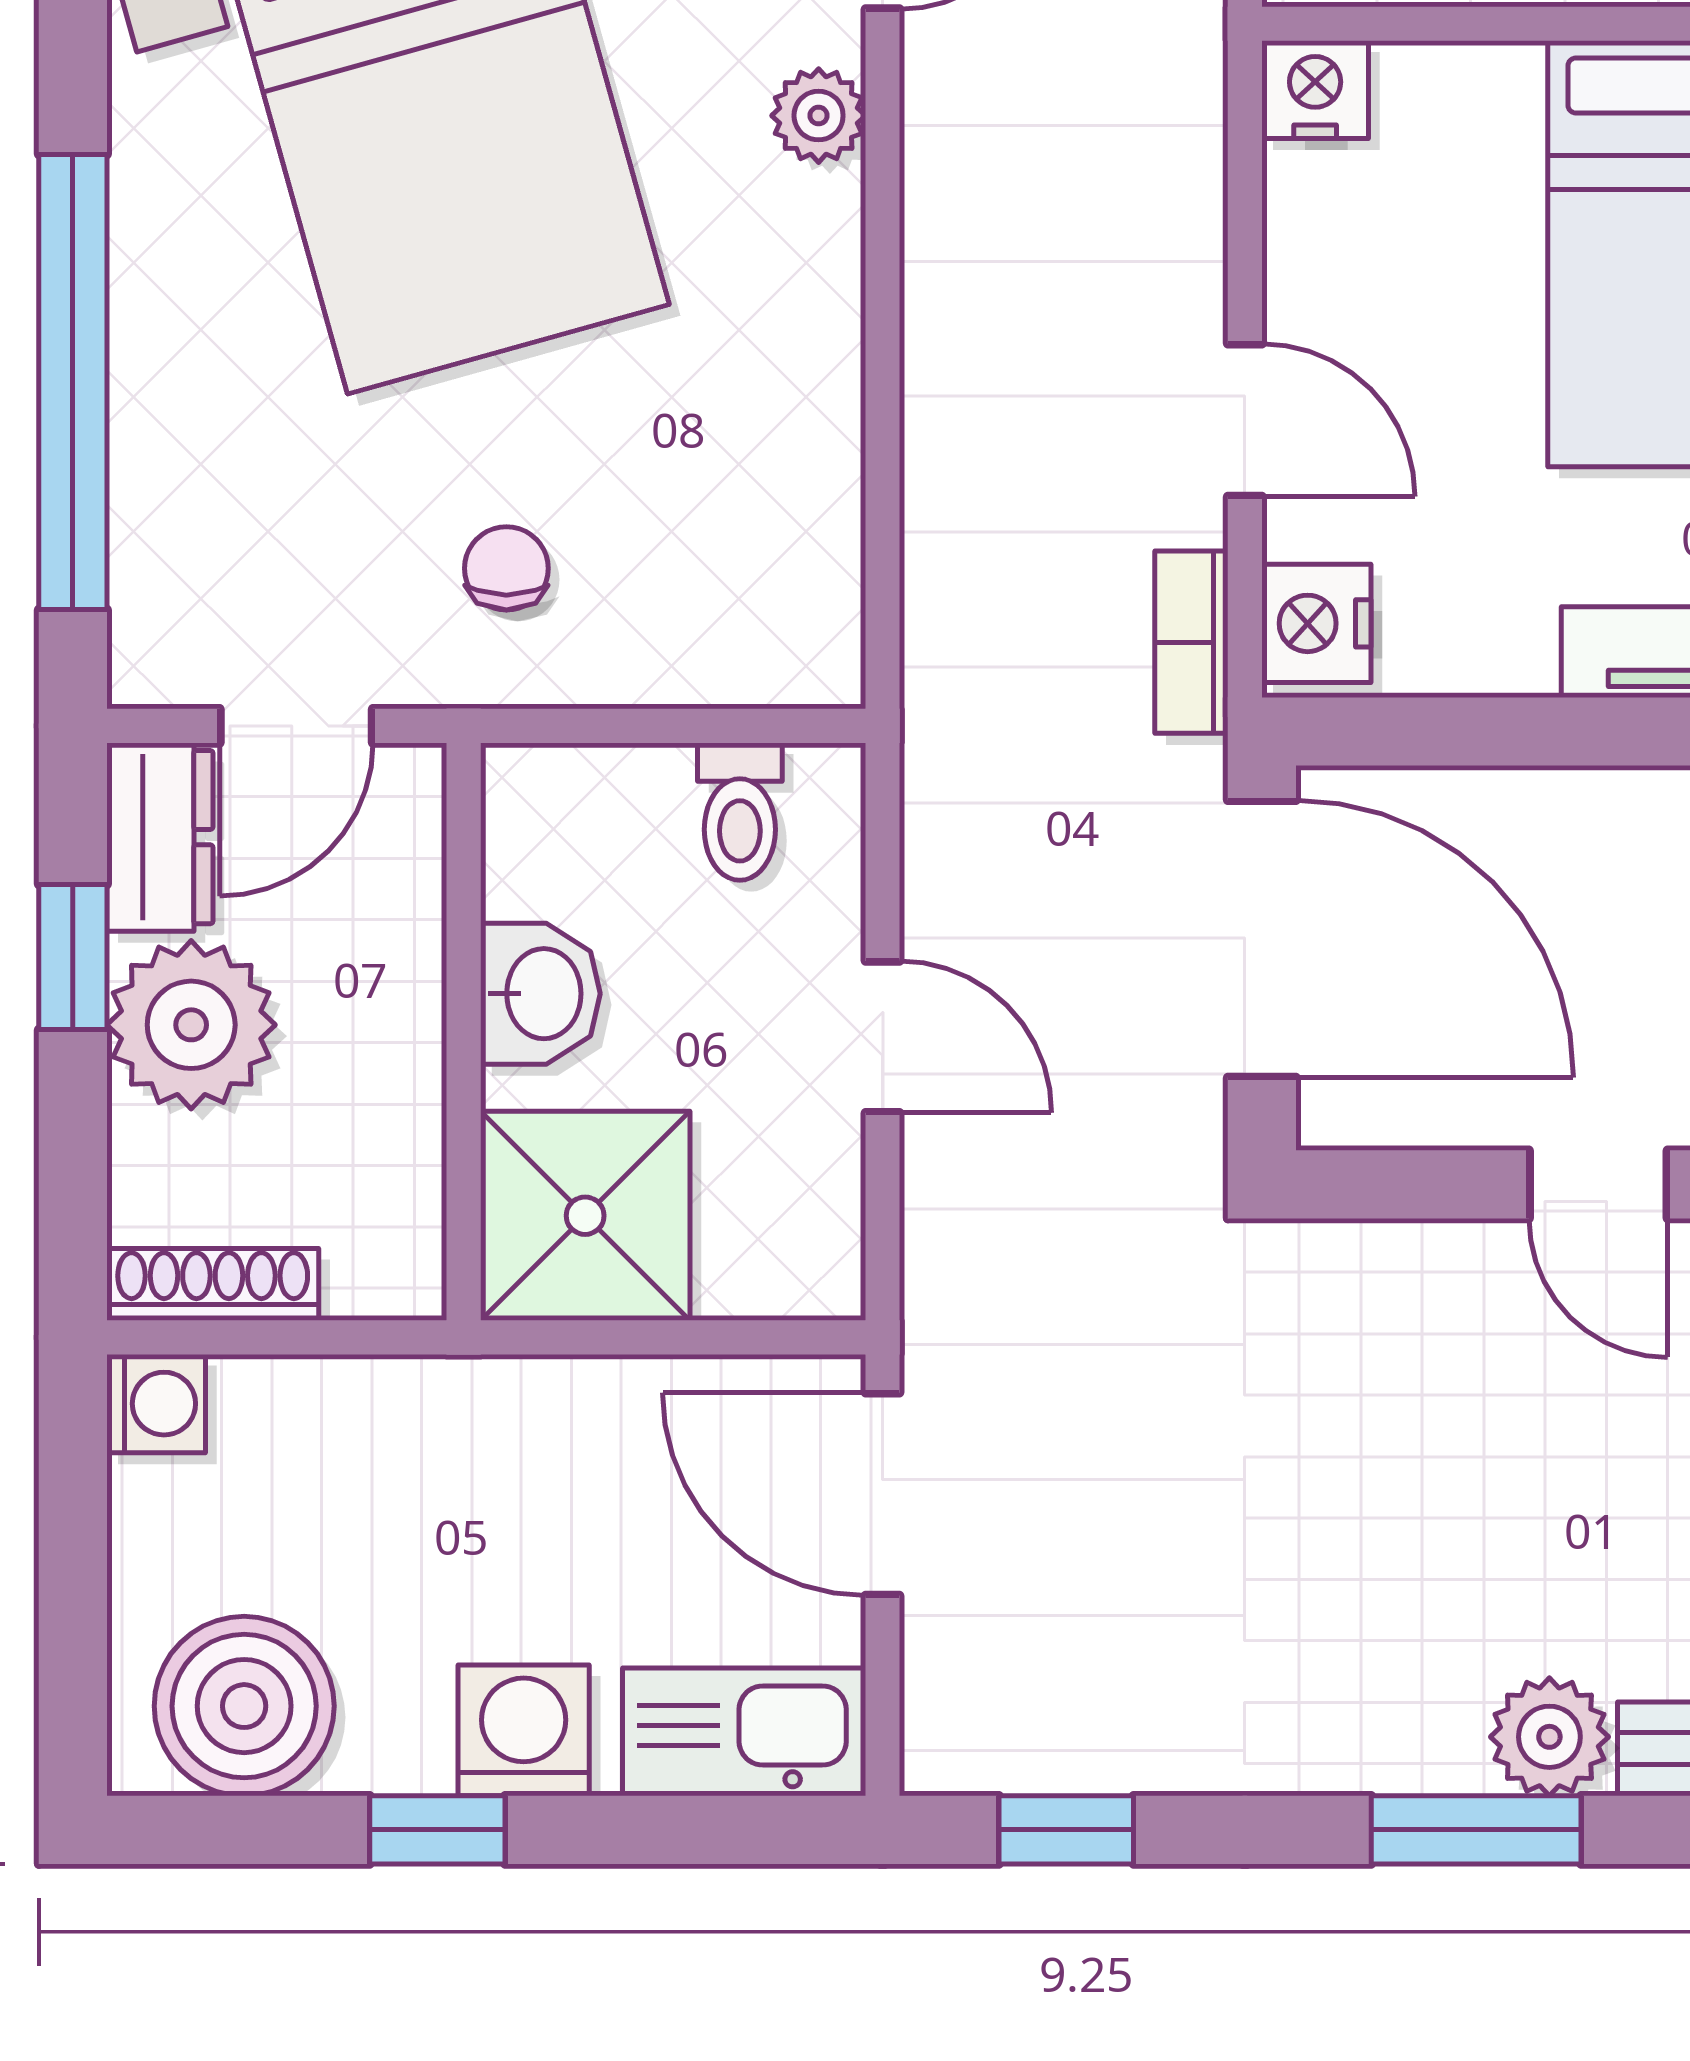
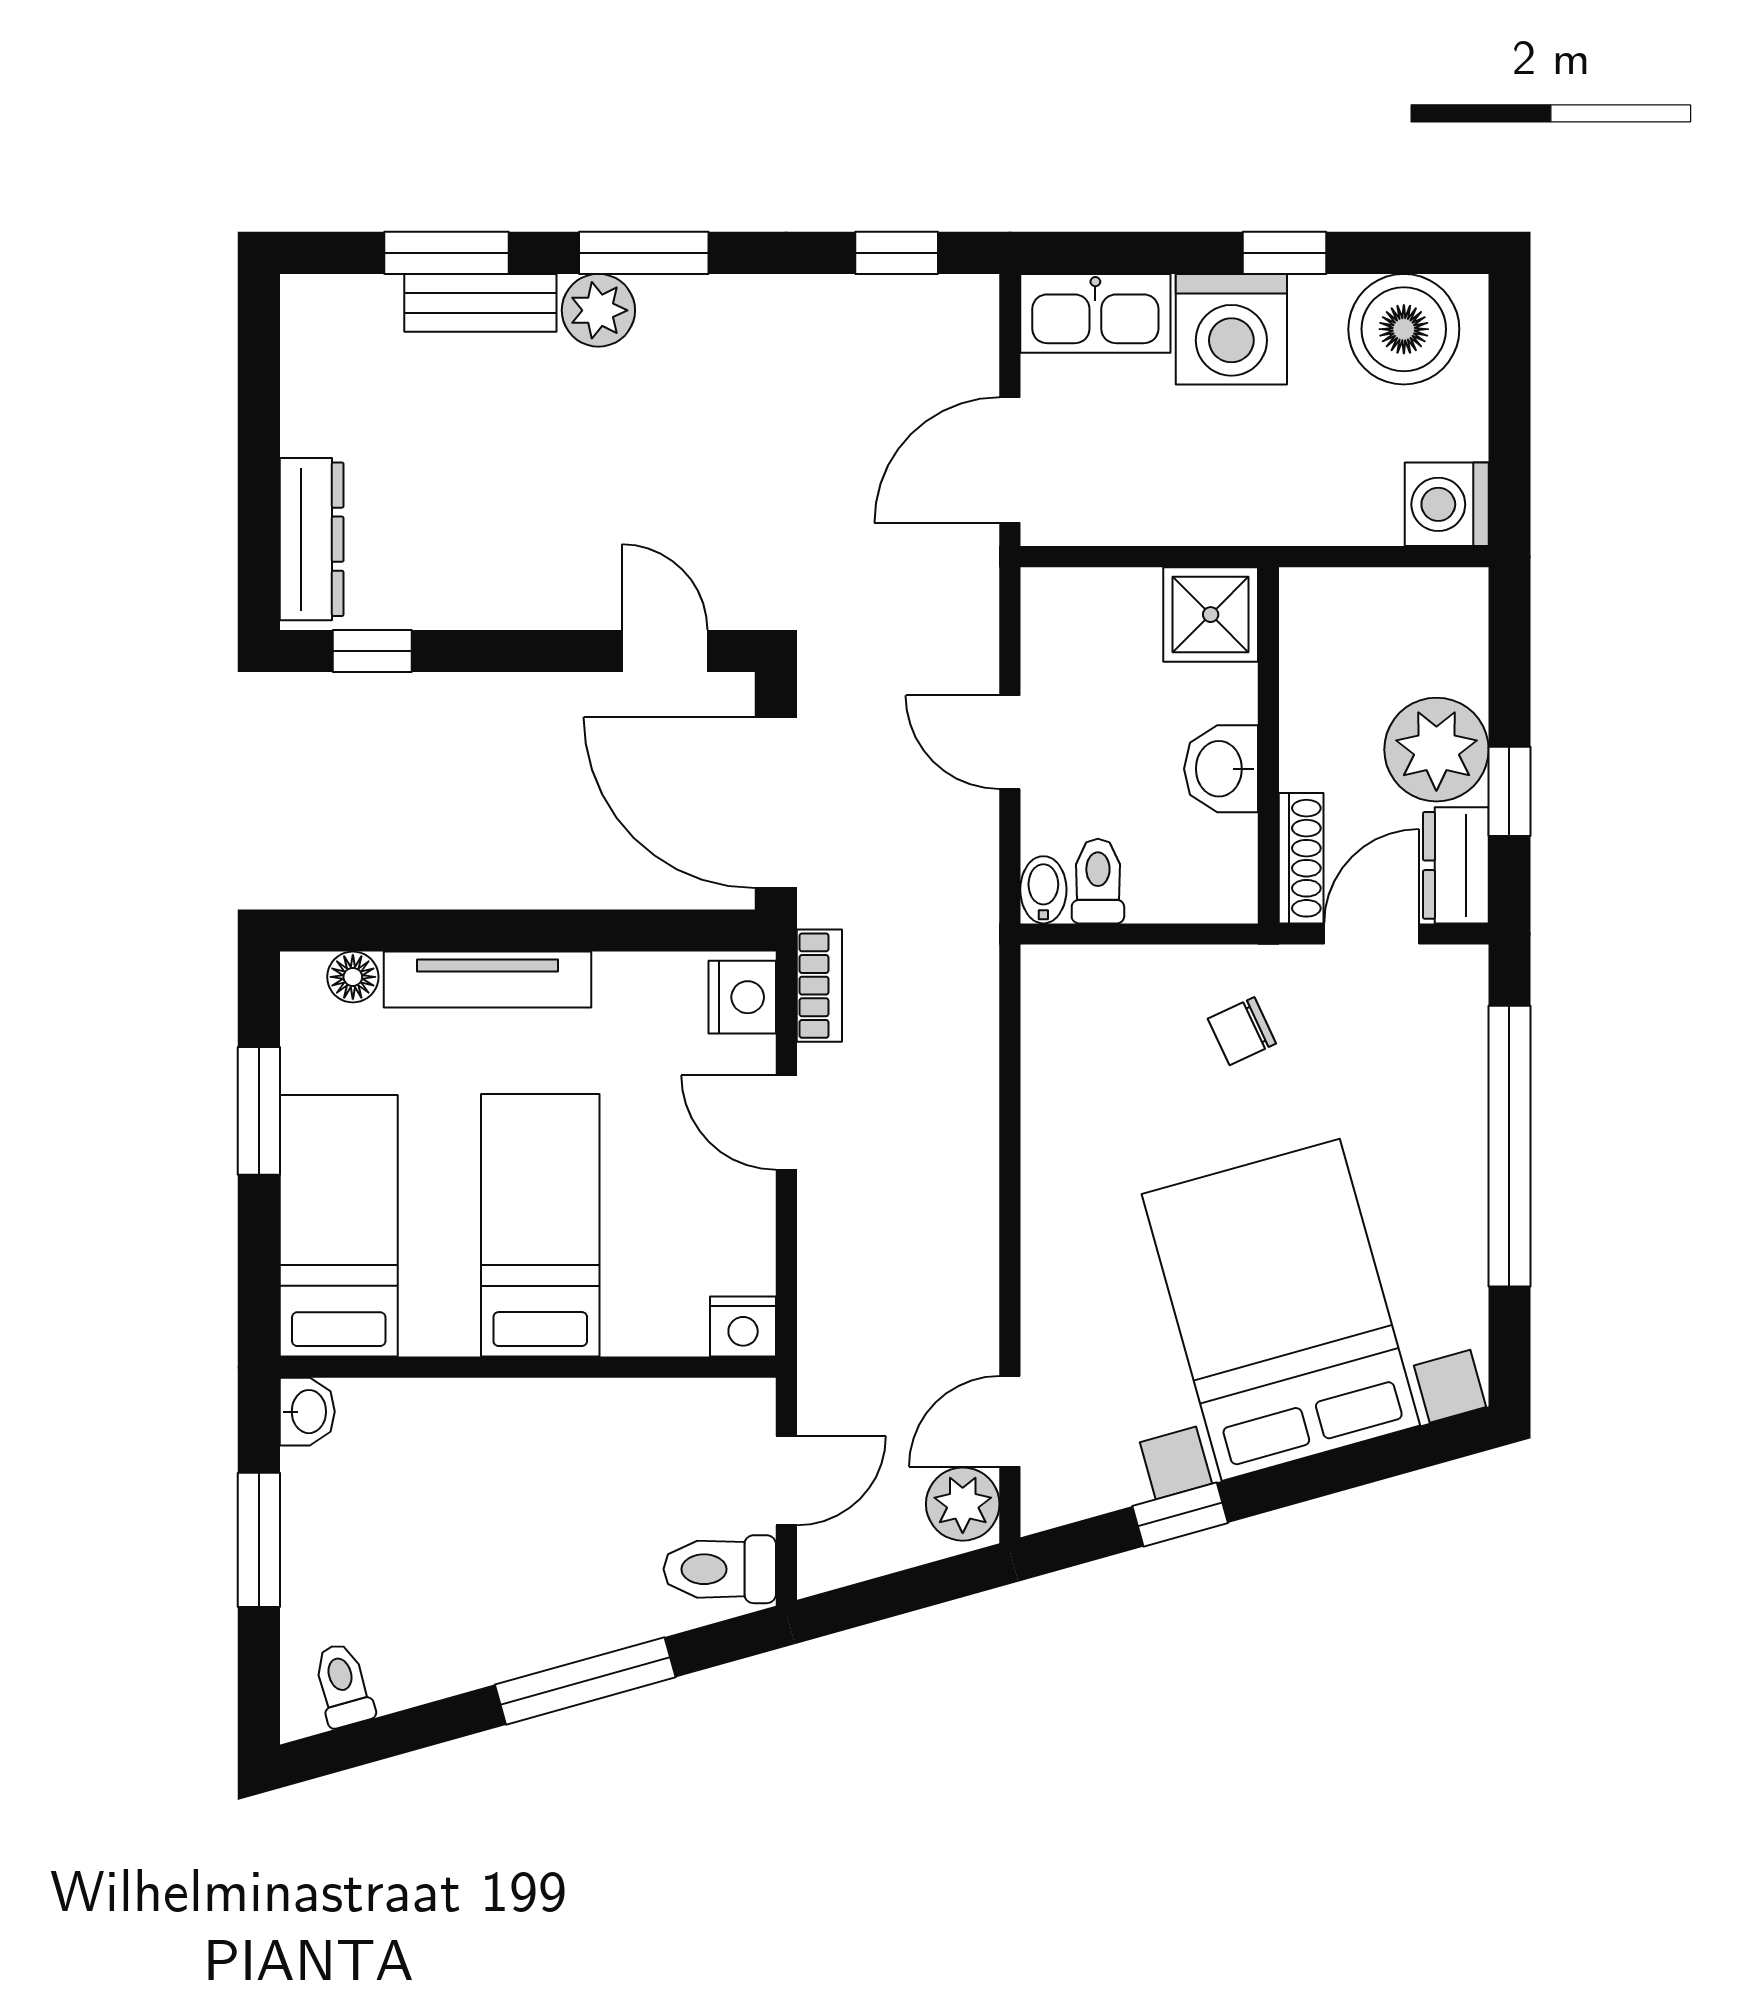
plant: (819, 116) -> (1049, 1311), removed
chair: (506, 568) -> (1242, 1031), turned 65
bidet: (828, 798) -> (1043, 890), added
door: (1598, 1184) -> (665, 651), moved
shower: (585, 1216) -> (1211, 615), width x0.73, depth x0.73
shoe rack: (213, 1284) -> (1301, 858), moved, turned -90
washing machine: (156, 1404) -> (1447, 504), width x1.38, depth x1.38
door: (883, 1494) -> (1010, 460), swing flipped
washing machine: (524, 1730) -> (1231, 329), width x1.37, depth x1.37

